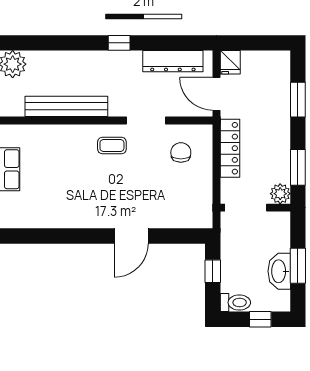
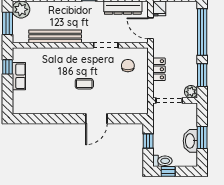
window: (298, 100) -> (202, 32), width x2.11
coffee table: (112, 146) -> (84, 84), moved
locker: (230, 148) -> (159, 69), width x0.66
window: (260, 319) -> (168, 171), moved

